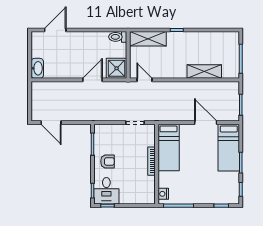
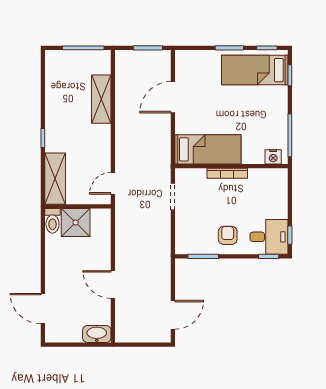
shower: (117, 68) -> (76, 223), moved
door: (92, 80) -> (113, 285), moved
bed: (229, 148) -> (255, 70), moved, turned 180

